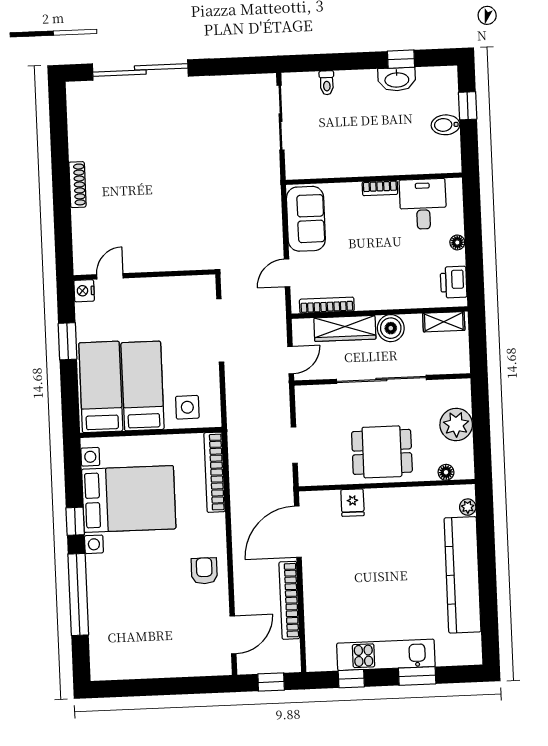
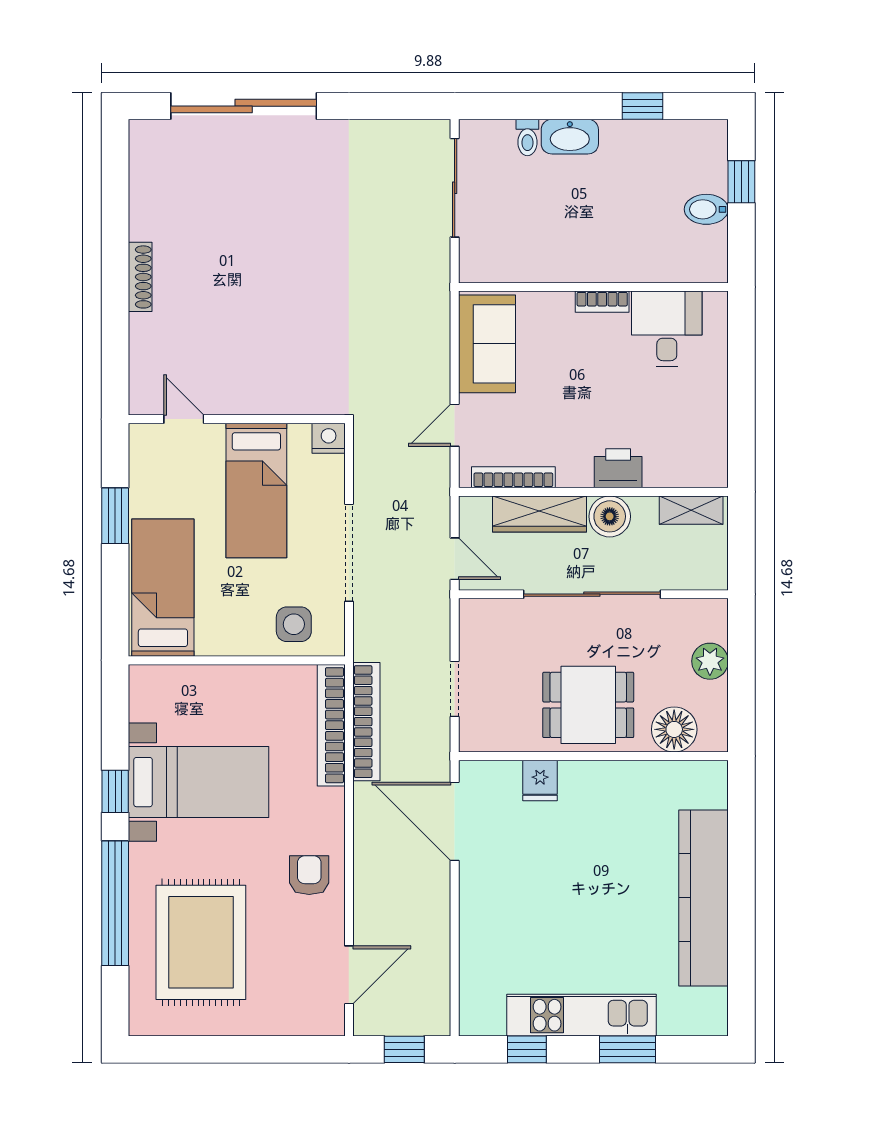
washbasin: (397, 79) -> (570, 137), moved
floor lamp: (457, 242) -> (717, 390), removed
door: (110, 276) -> (184, 419), hinge flipped
printer: (454, 282) -> (618, 468), moved, turned 90
nightstand: (84, 291) -> (329, 438), moved, turned 90
doorway: (220, 330) -> (349, 553), moved
door: (291, 360) -> (455, 559), hinge flipped
bed: (143, 386) -> (256, 491), moved, turned 180
plant: (456, 425) -> (710, 661), width x0.73, depth x0.73
floor lamp: (446, 472) -> (674, 729), width x1.89, depth x1.89
bed with nightstands: (129, 499) -> (198, 782), width x0.73
plant: (468, 507) -> (716, 795), removed
door: (298, 532) -> (455, 821), hinge flipped
bookcase: (289, 600) -> (366, 722), moved, turned 180
rug: (135, 618) -> (201, 942), added

